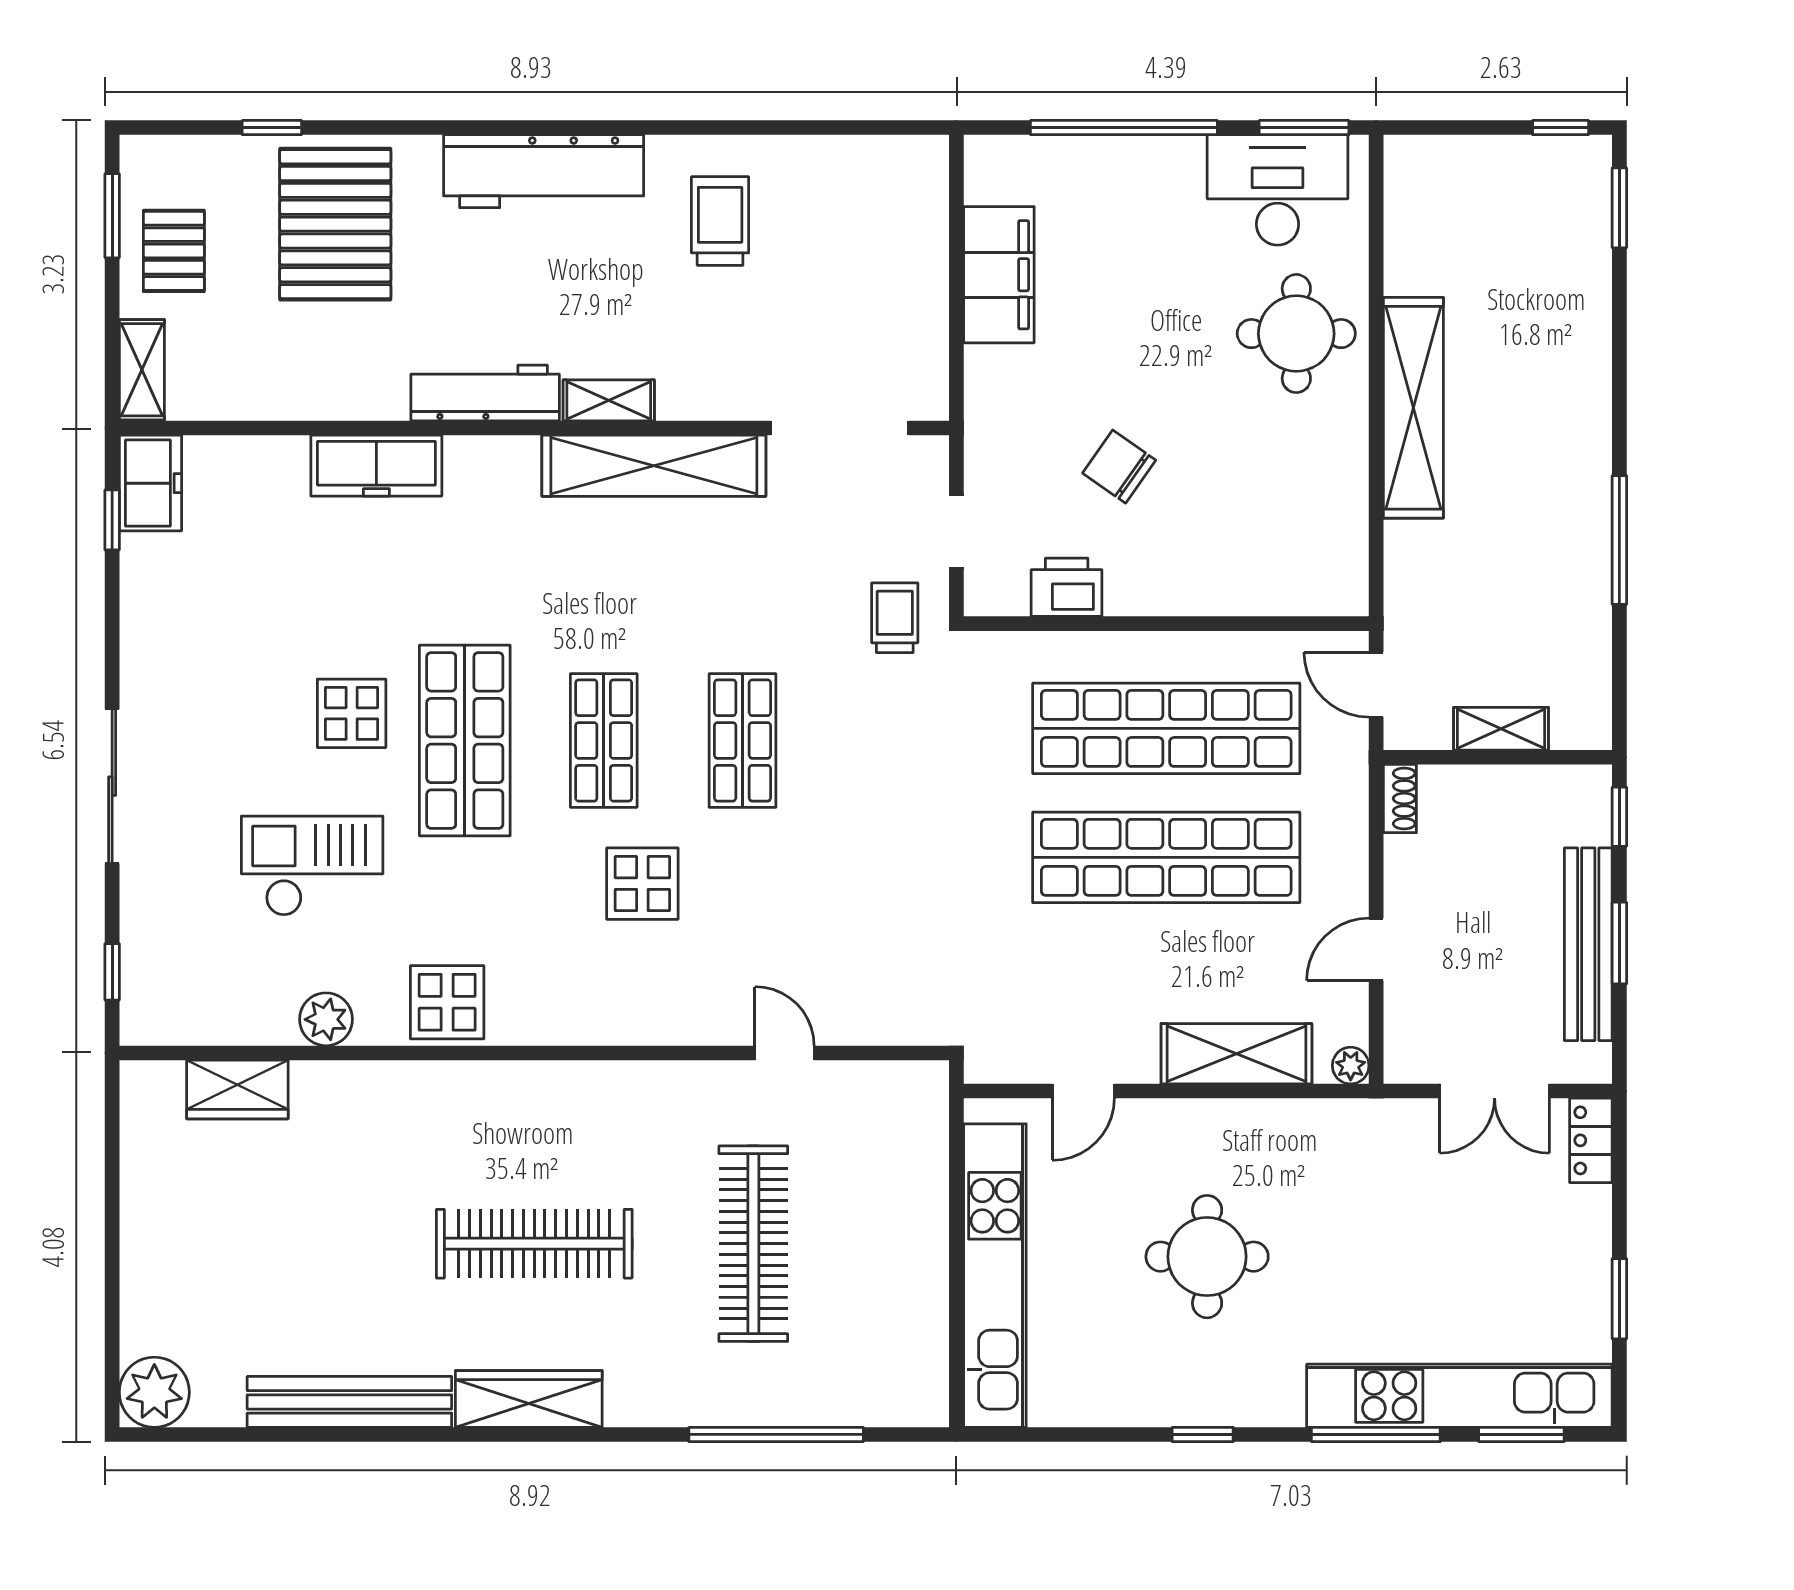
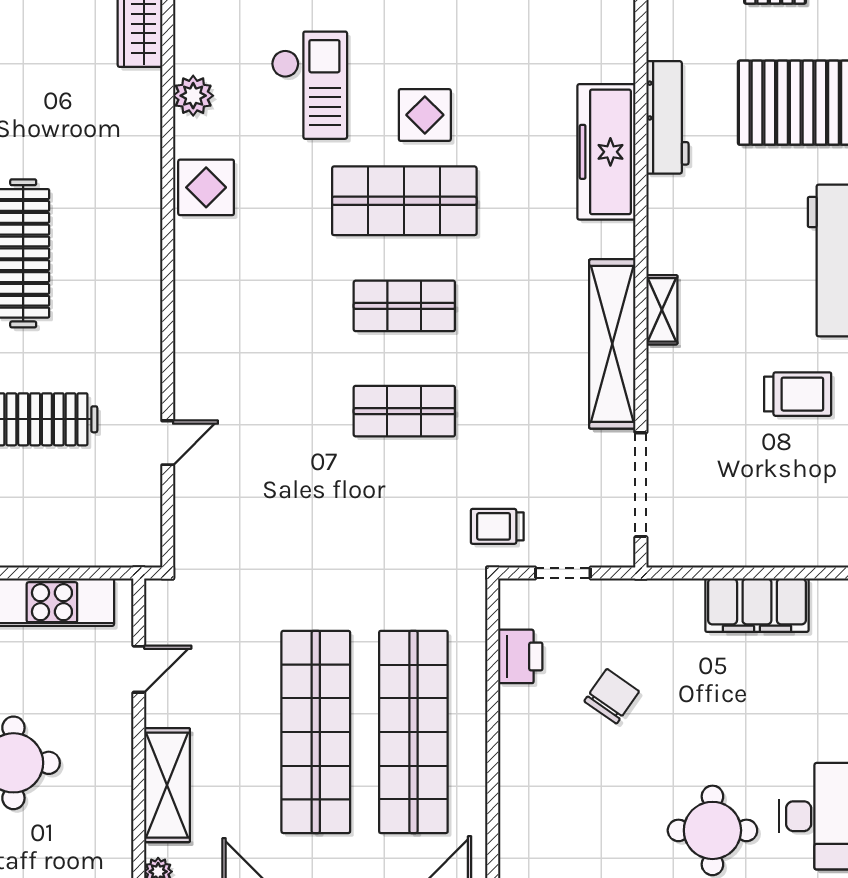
workbench: (485, 393) -> (667, 117), moved
freezer: (376, 466) -> (606, 152), width x1.36, depth x1.26
trolley: (895, 618) -> (497, 526), turned 180
display table: (642, 884) -> (296, 335), removed
door: (1083, 1091) -> (139, 669), swing flipped

